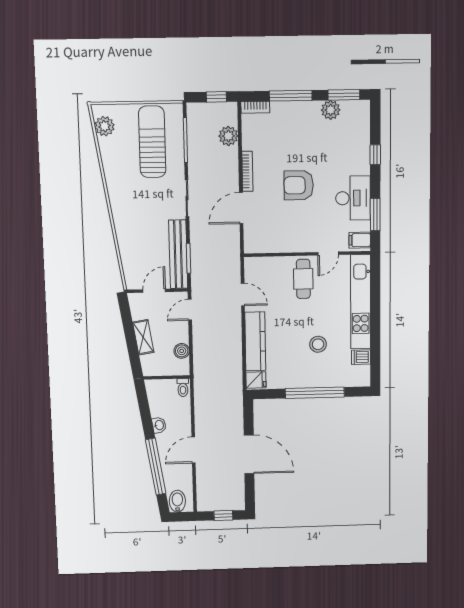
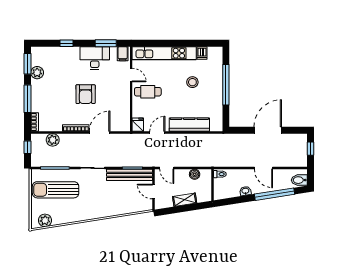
door: (241, 208) -> (100, 132), swing flipped
fridge: (256, 380) -> (138, 125), moved

